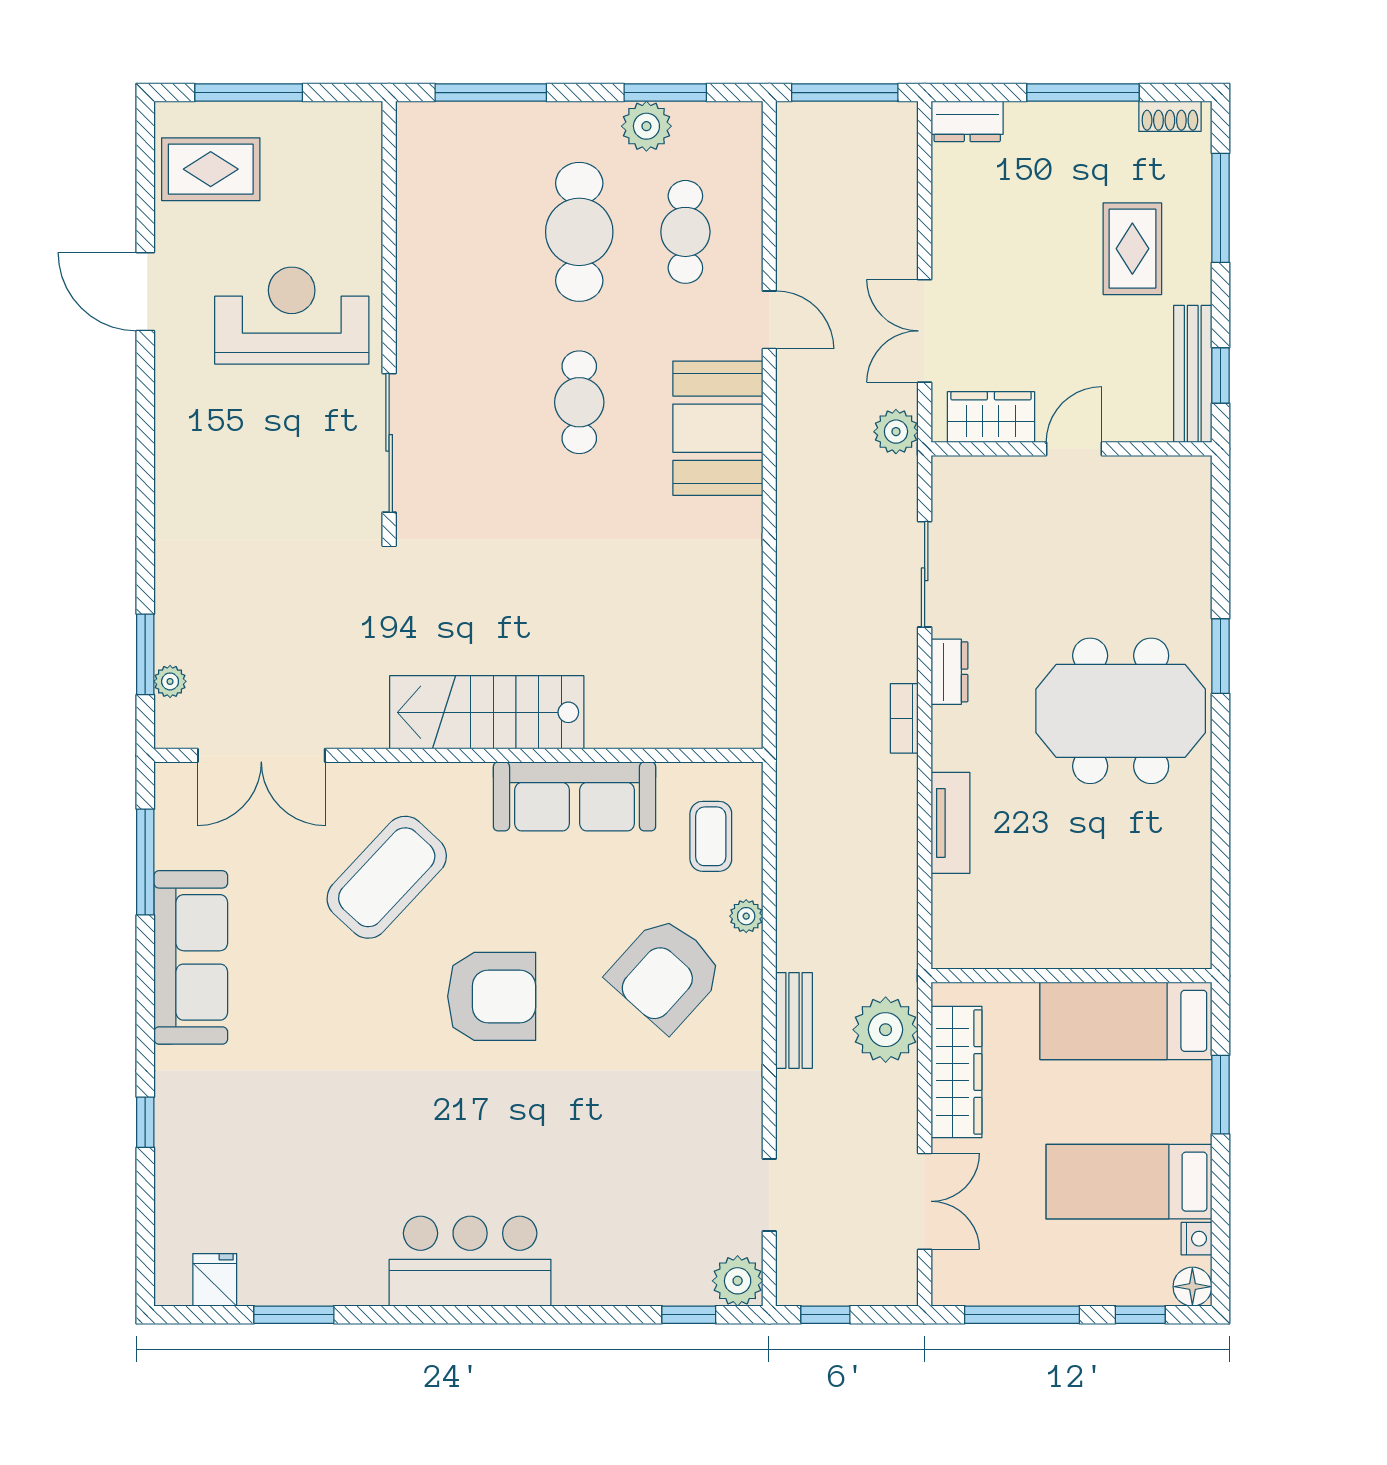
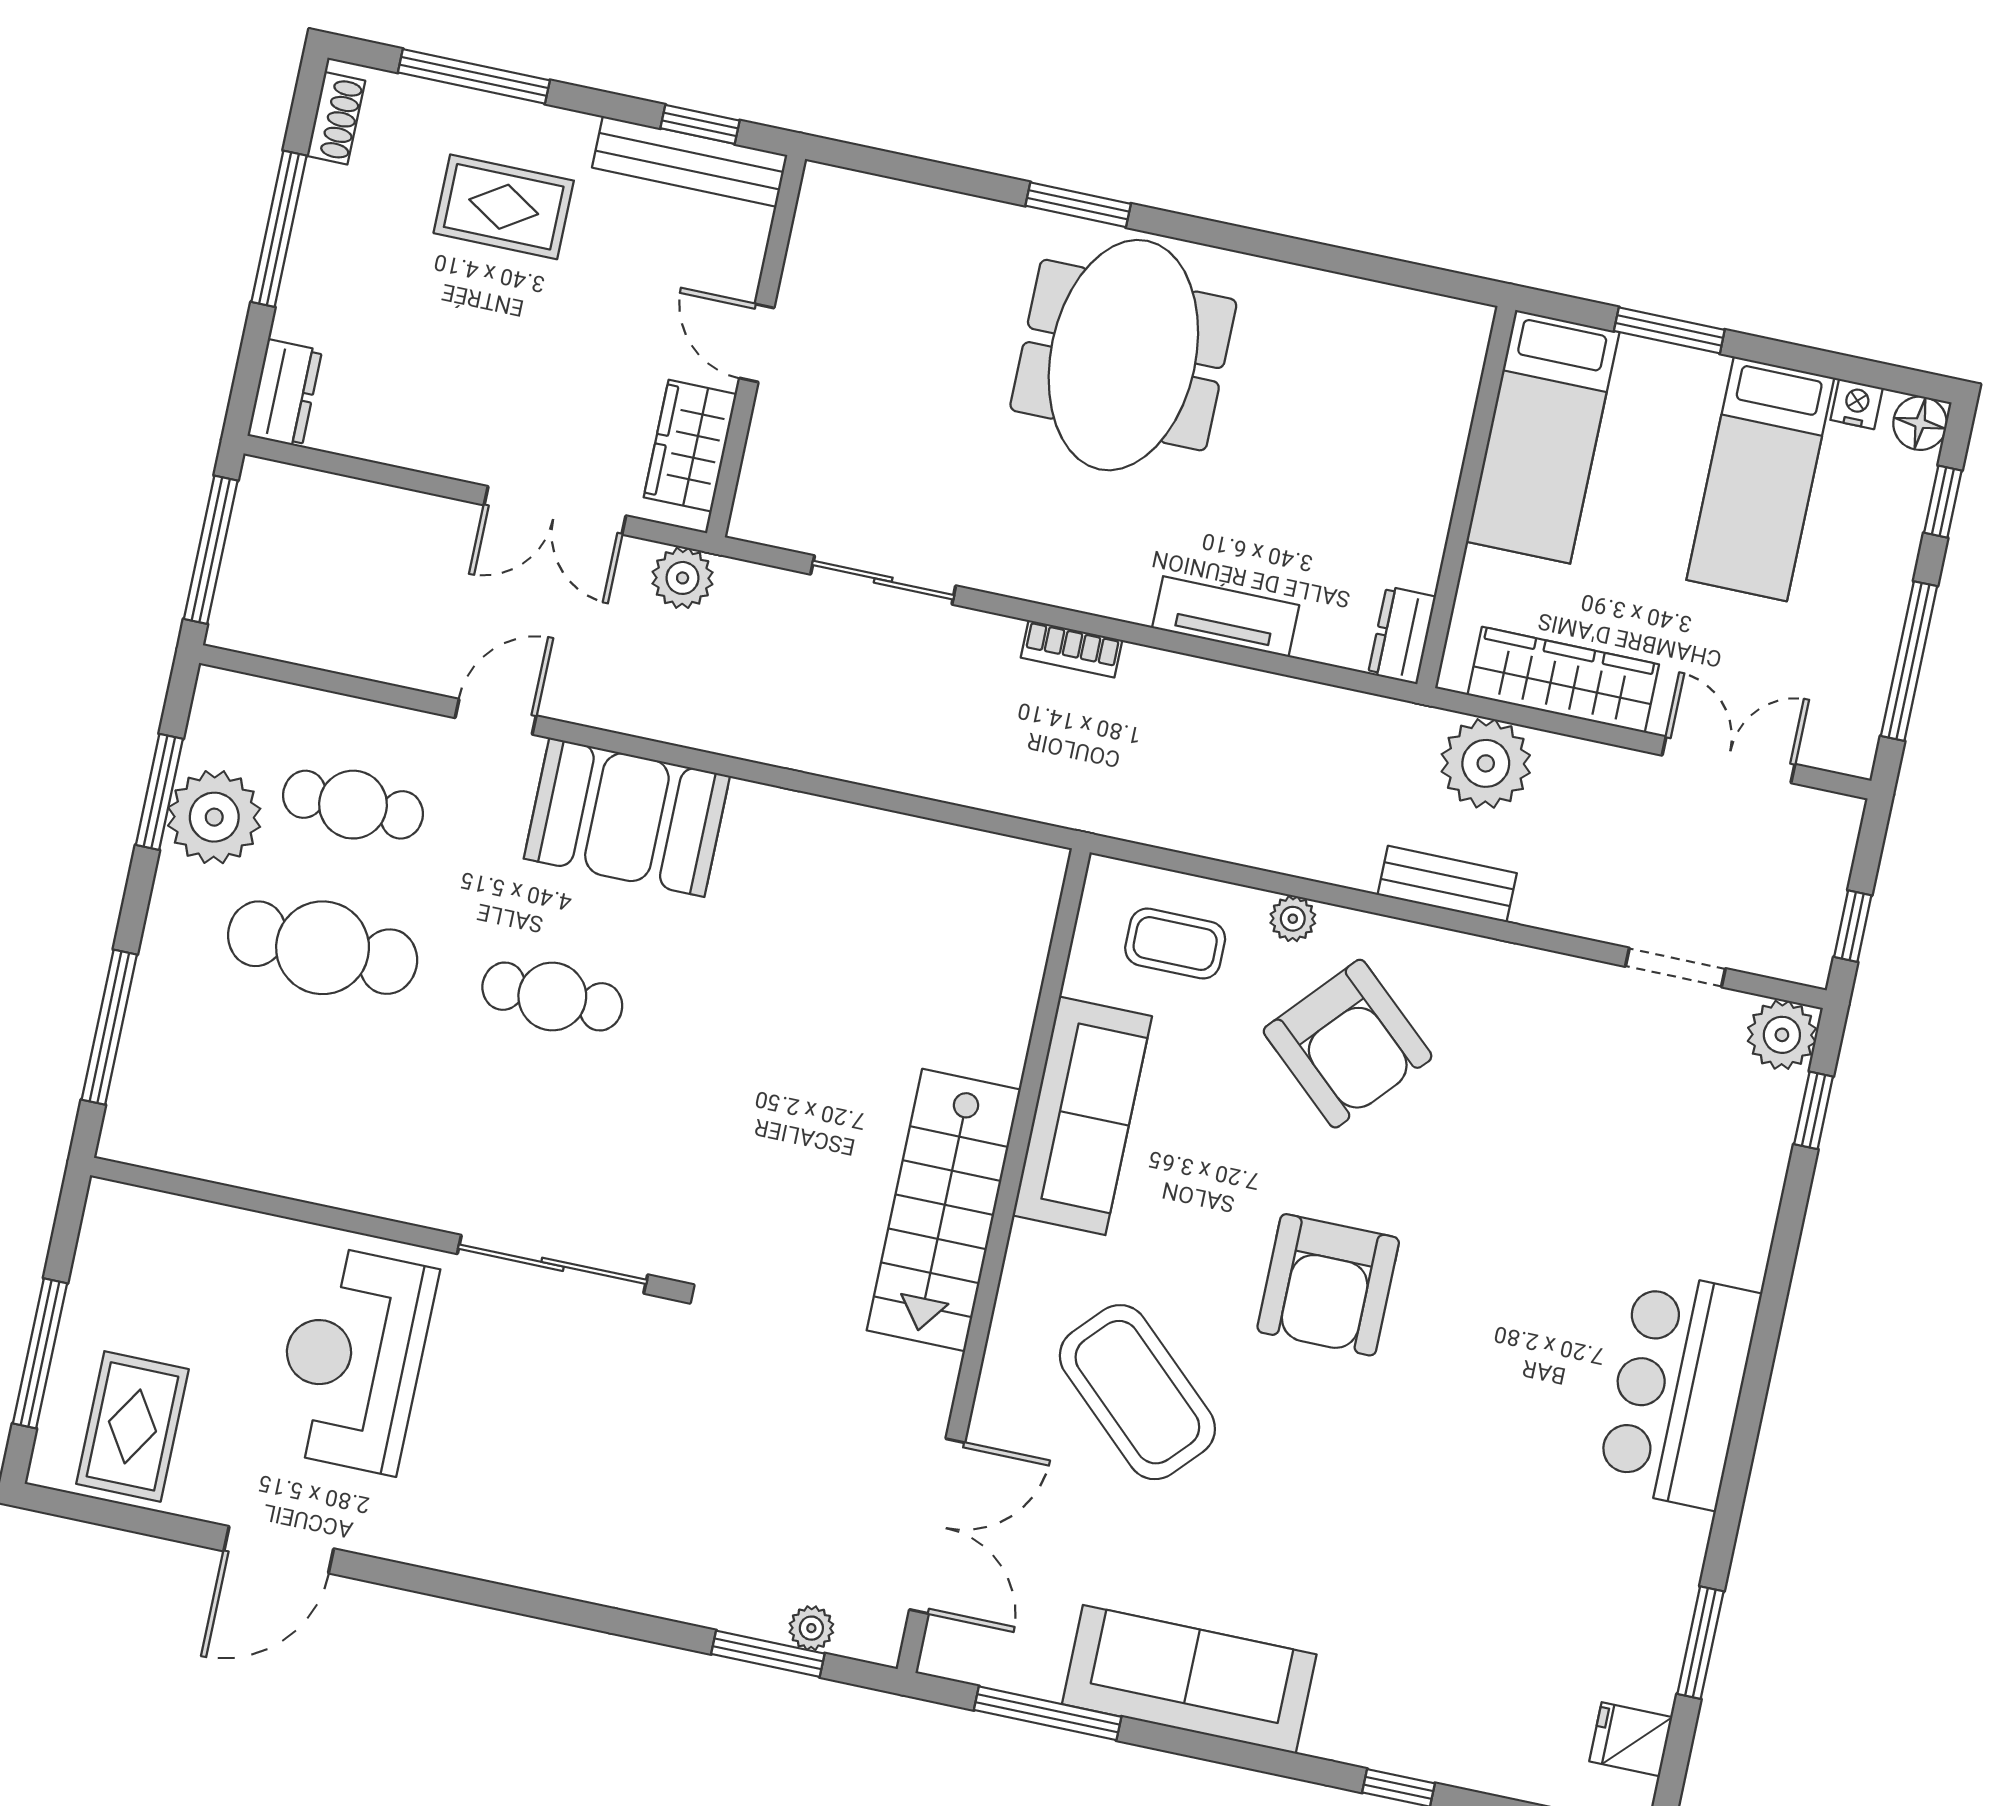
plant: (646, 126) -> (214, 817), width x1.36, depth x1.36
dresser: (950, 672) -> (1402, 635), moved, turned -90
armchair: (492, 996) -> (1328, 1285), turned 180

